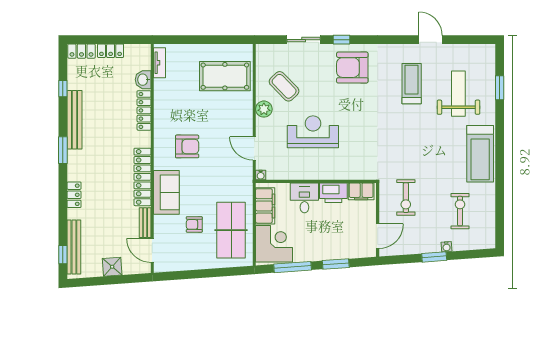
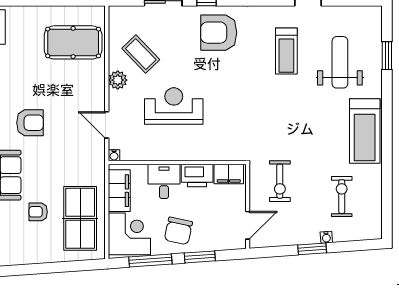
treadmill: (412, 84) -> (286, 51), turned 180
chair: (317, 241) -> (178, 231), added

